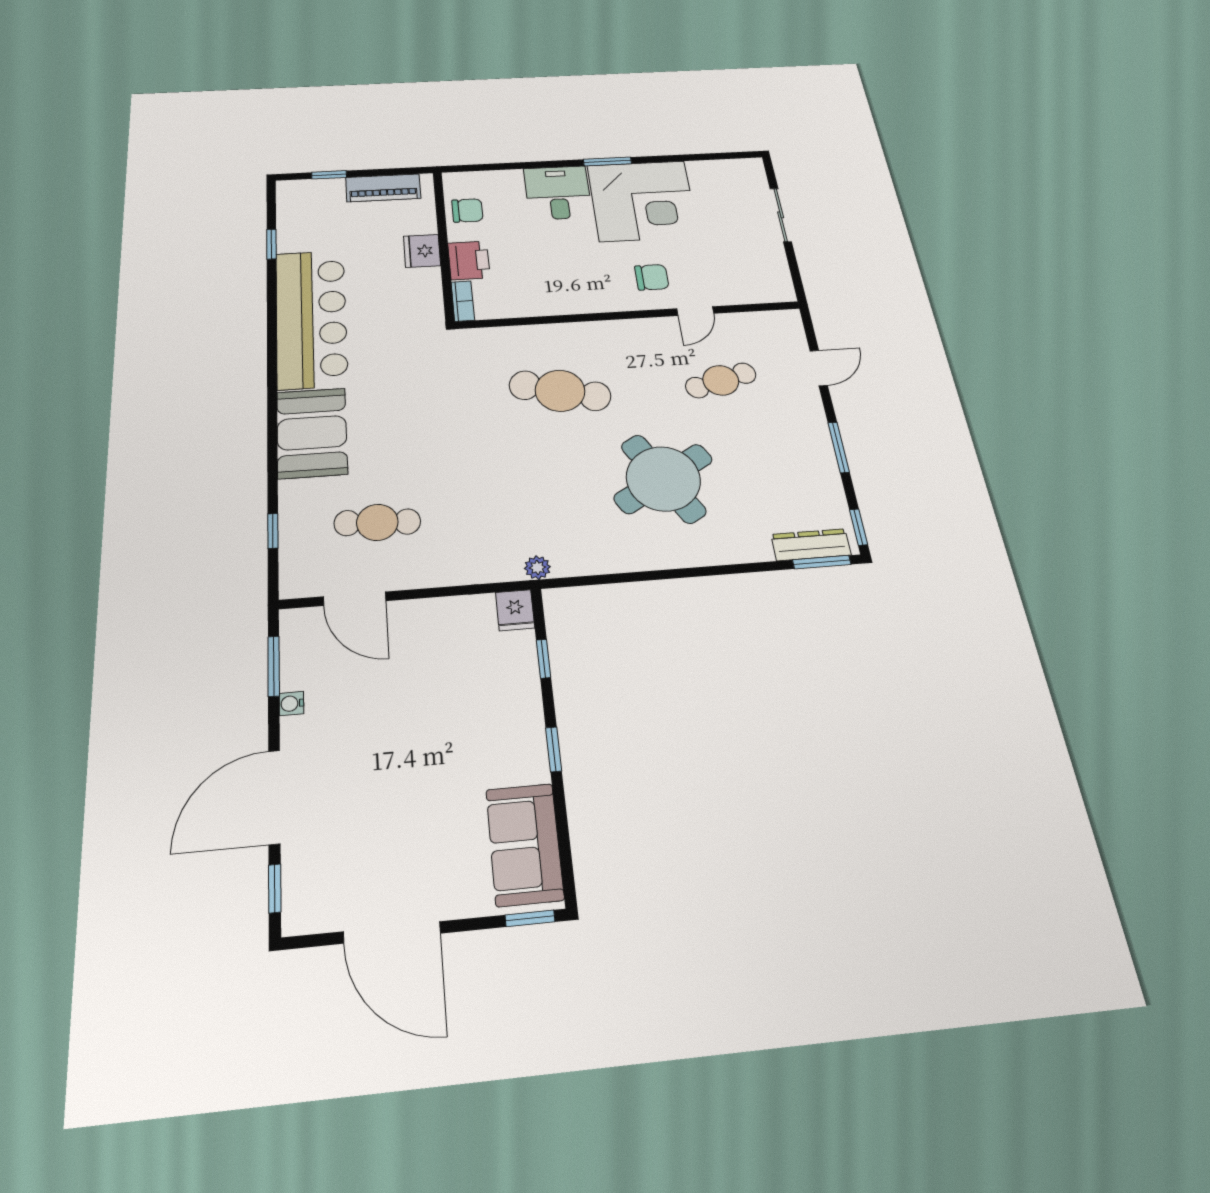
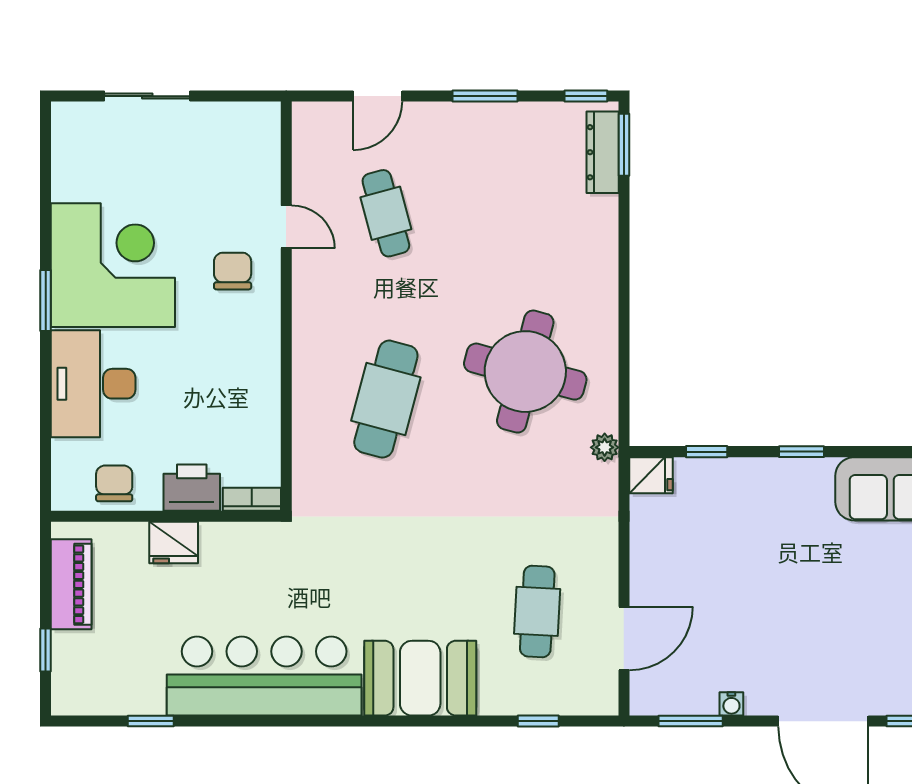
desk: (558, 193) -> (93, 384), width x1.37
door: (819, 368) -> (378, 96), swing flipped
round table: (663, 479) -> (525, 372), moved, turned 45

